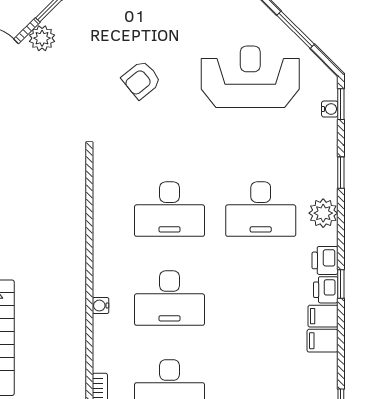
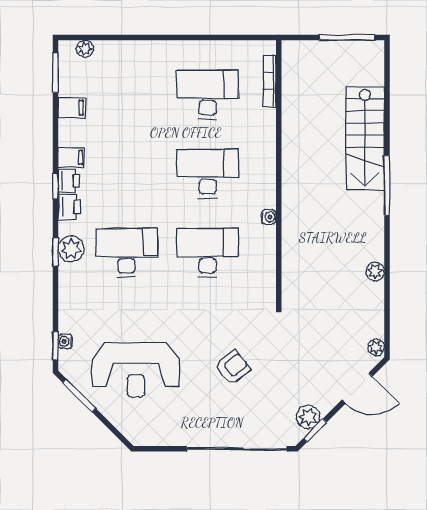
window: (296, 30) -> (79, 395), moved
plant: (42, 38) -> (308, 417), moved
window: (341, 173) -> (55, 252), moved
water cooler: (101, 306) -> (269, 217), moved
filing cabinet: (322, 341) -> (72, 108), moved

